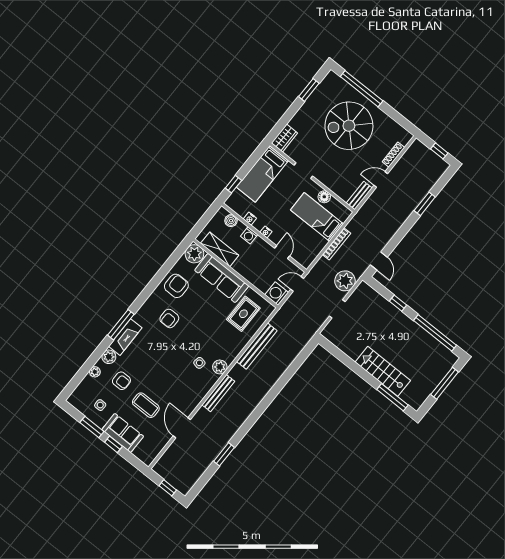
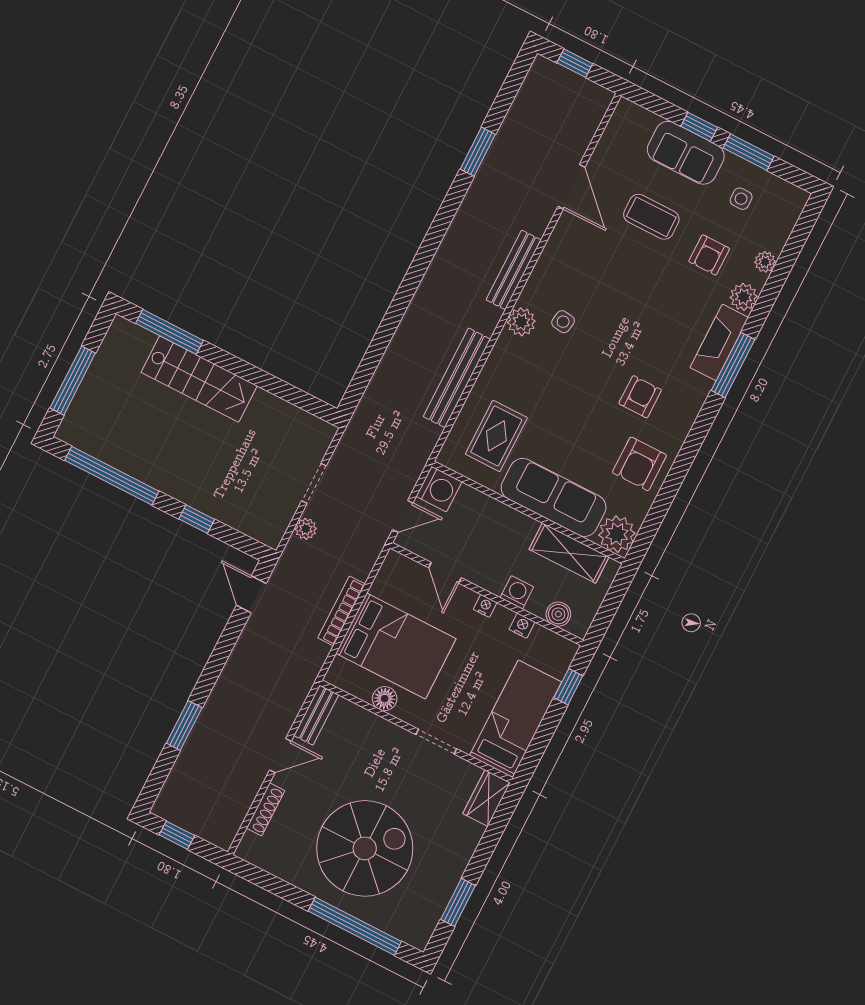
bed: (317, 217) -> (396, 646), width x1.50
plant: (345, 281) -> (306, 529), width x0.53, depth x0.53
armchair: (121, 381) -> (709, 255), turned -90

